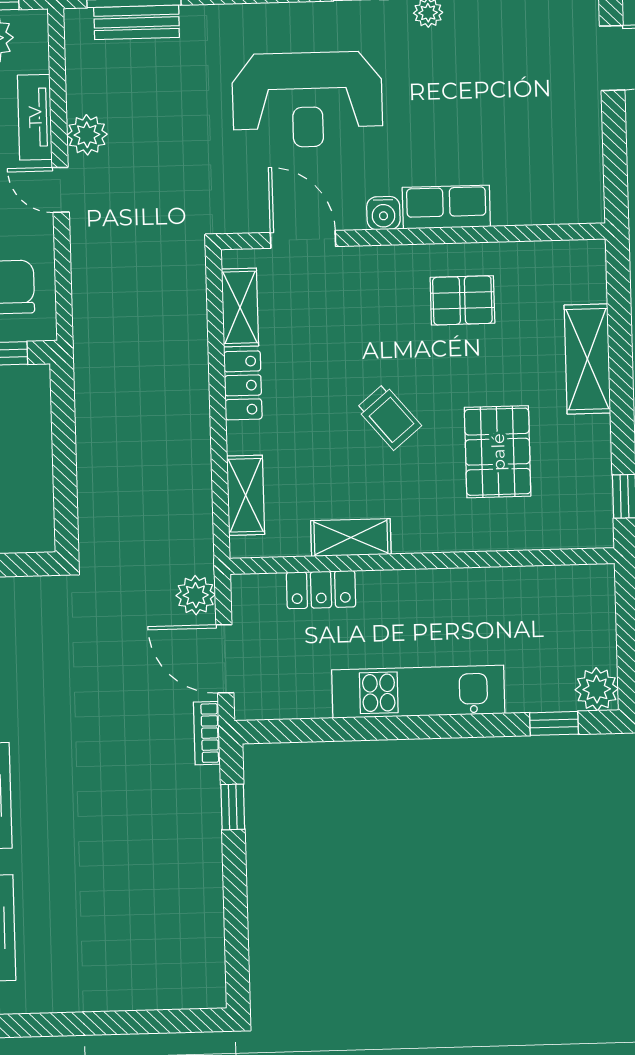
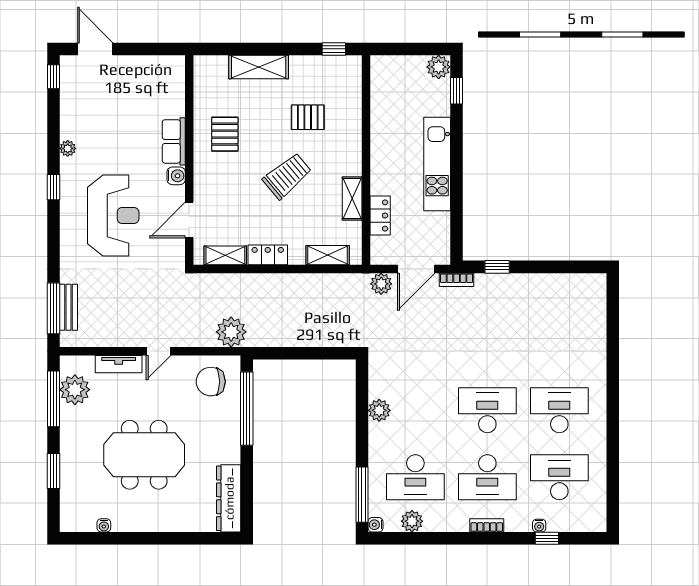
plant: (87, 135) -> (231, 332), moved, width x1.36, depth x1.36
trolley: (389, 417) -> (287, 176), width x1.36, depth x1.39
pallet: (498, 452) -> (308, 117), width x0.67, depth x0.71

